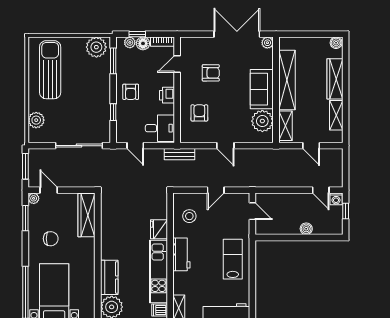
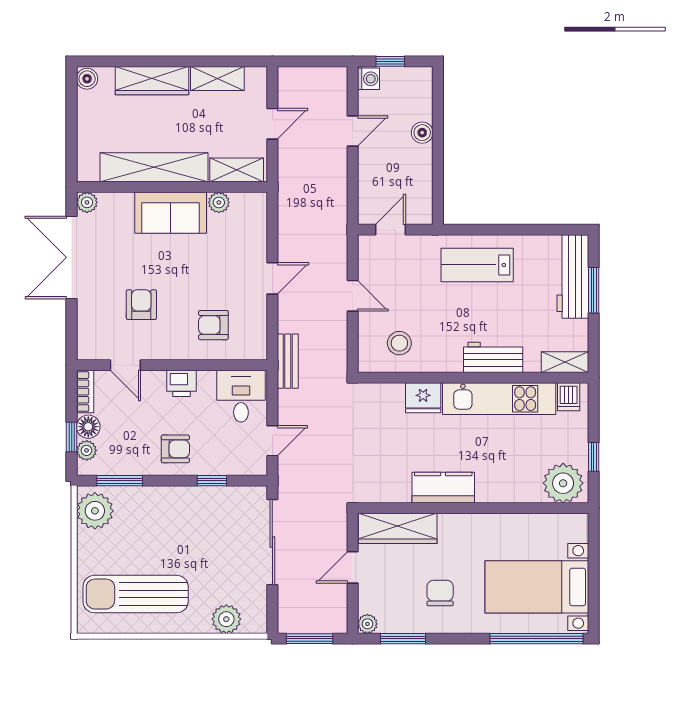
plant: (262, 121) -> (219, 202), width x0.53, depth x0.53
door: (49, 190) -> (353, 567), moved
door: (321, 190) -> (353, 131), moved
workbench: (181, 254) -> (493, 357), moved
kitchen counter: (109, 277) -> (443, 488), moved

